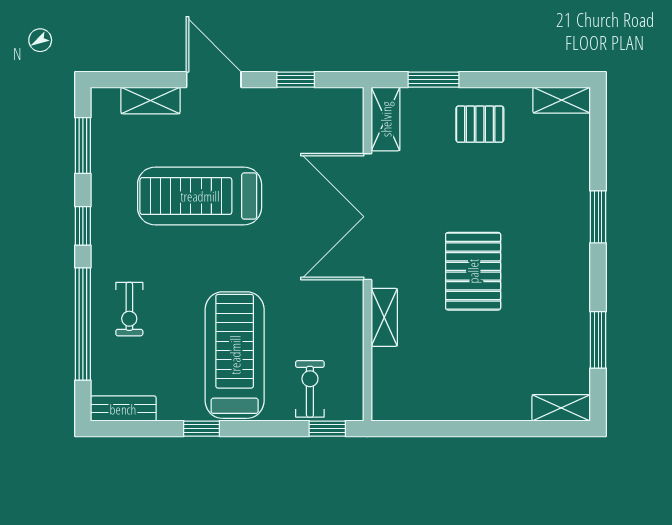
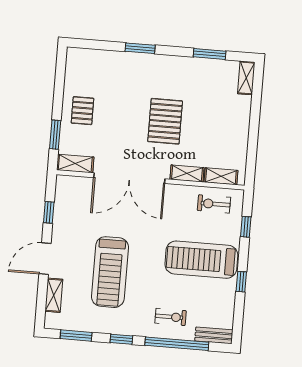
shelving: (562, 100) -> (221, 176), moved, turned 90
pallet: (473, 271) -> (165, 121), turned 90
exercise bike: (310, 389) -> (214, 204), moved
bench: (123, 409) -> (214, 335), moved, turned 90
window: (327, 429) -> (246, 227), moved

